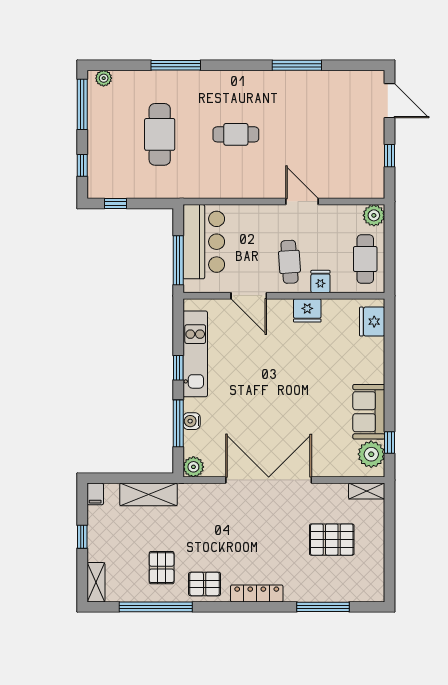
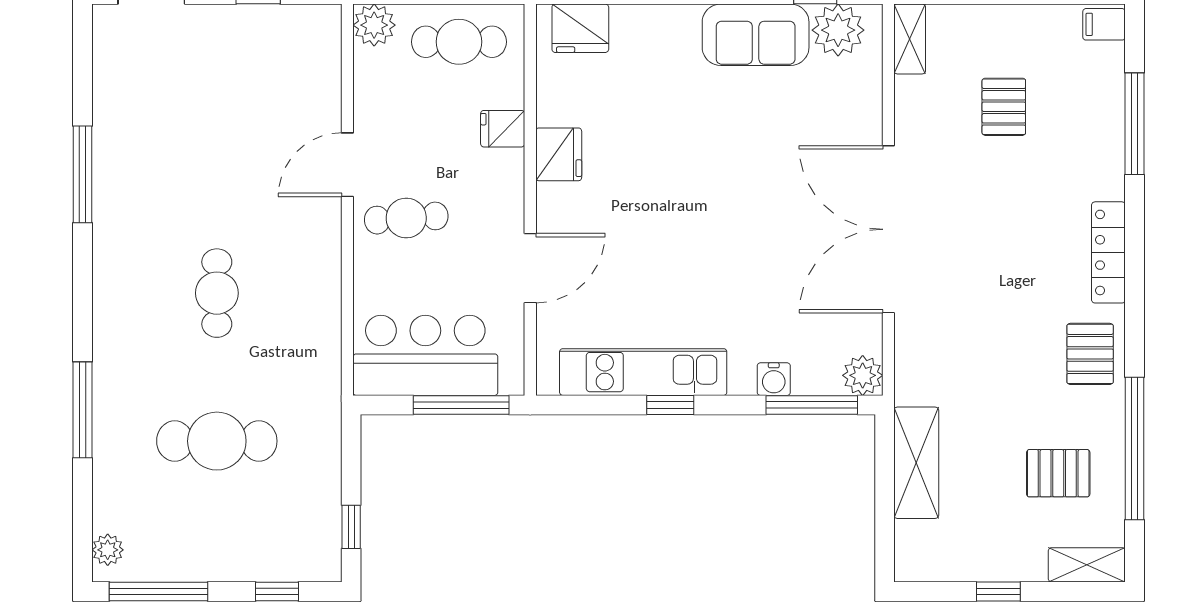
cafe table: (289, 262) -> (406, 218), moved
window: (178, 423) -> (812, 405), moved
filing cabinet: (95, 494) -> (1104, 24), moved, turned 180
pallet: (332, 540) -> (1004, 107), width x0.67, depth x0.71
pallet: (162, 568) -> (1058, 473), moved

